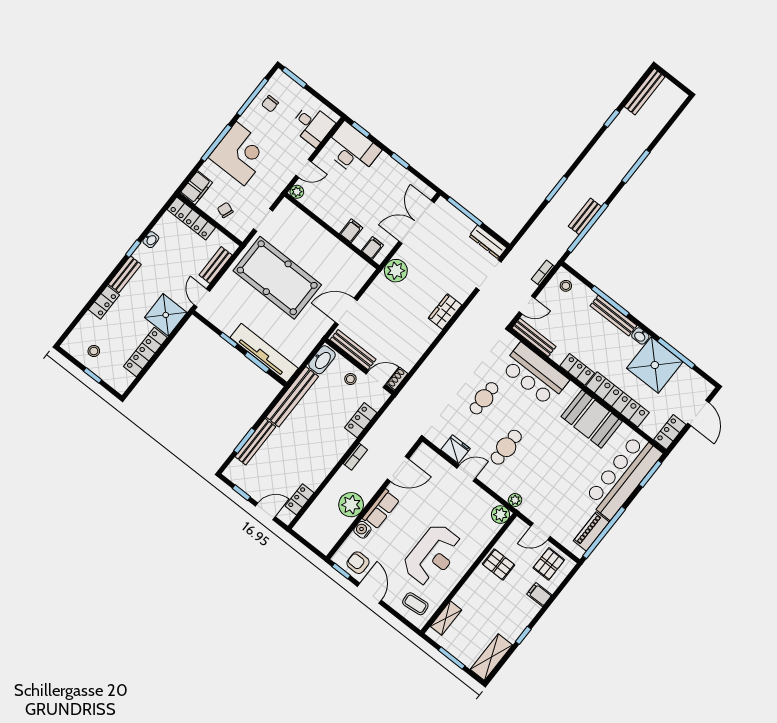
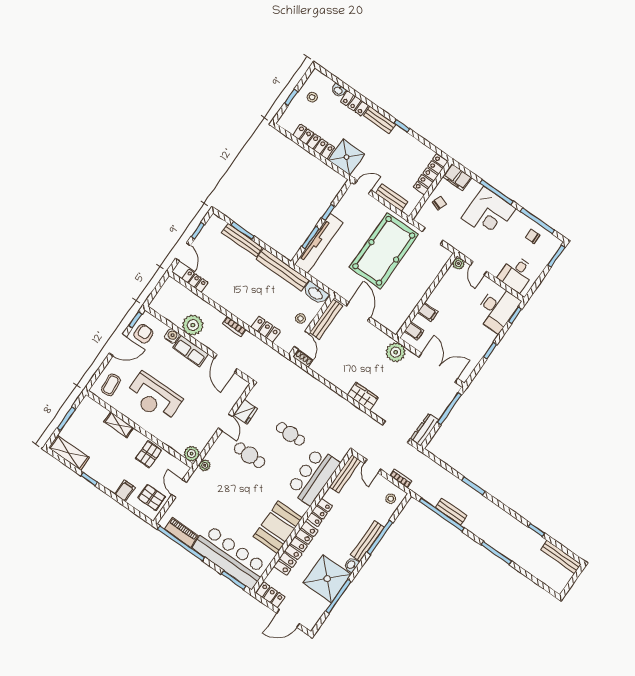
washbasin: (151, 240) -> (338, 90), moved
shelving: (446, 618) -> (119, 425), moved

